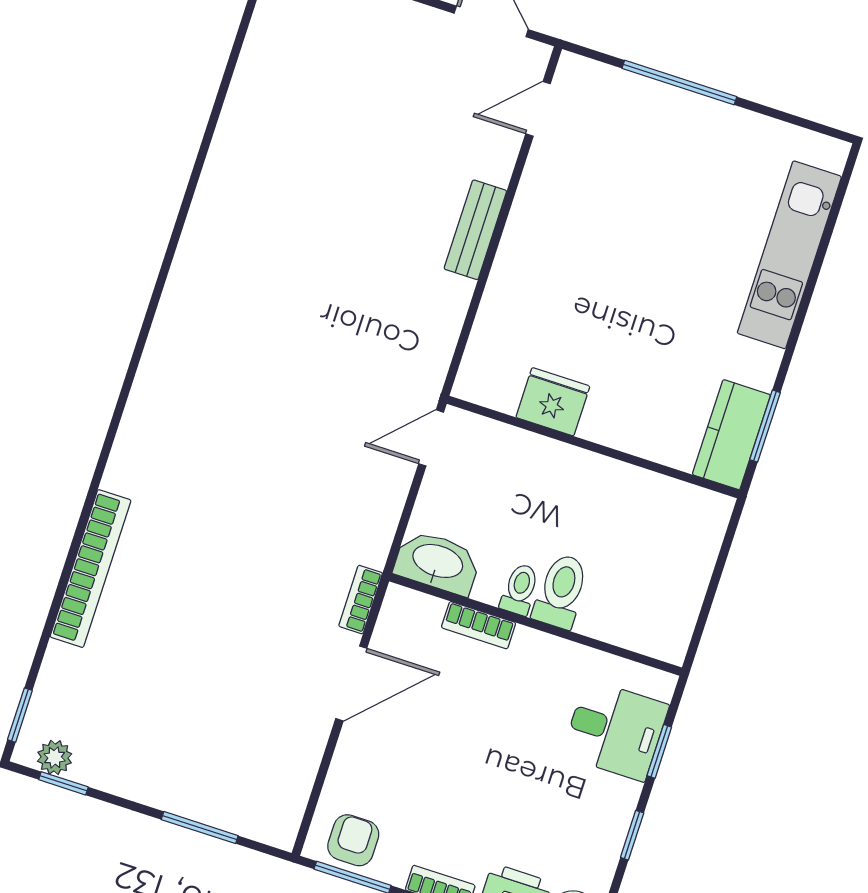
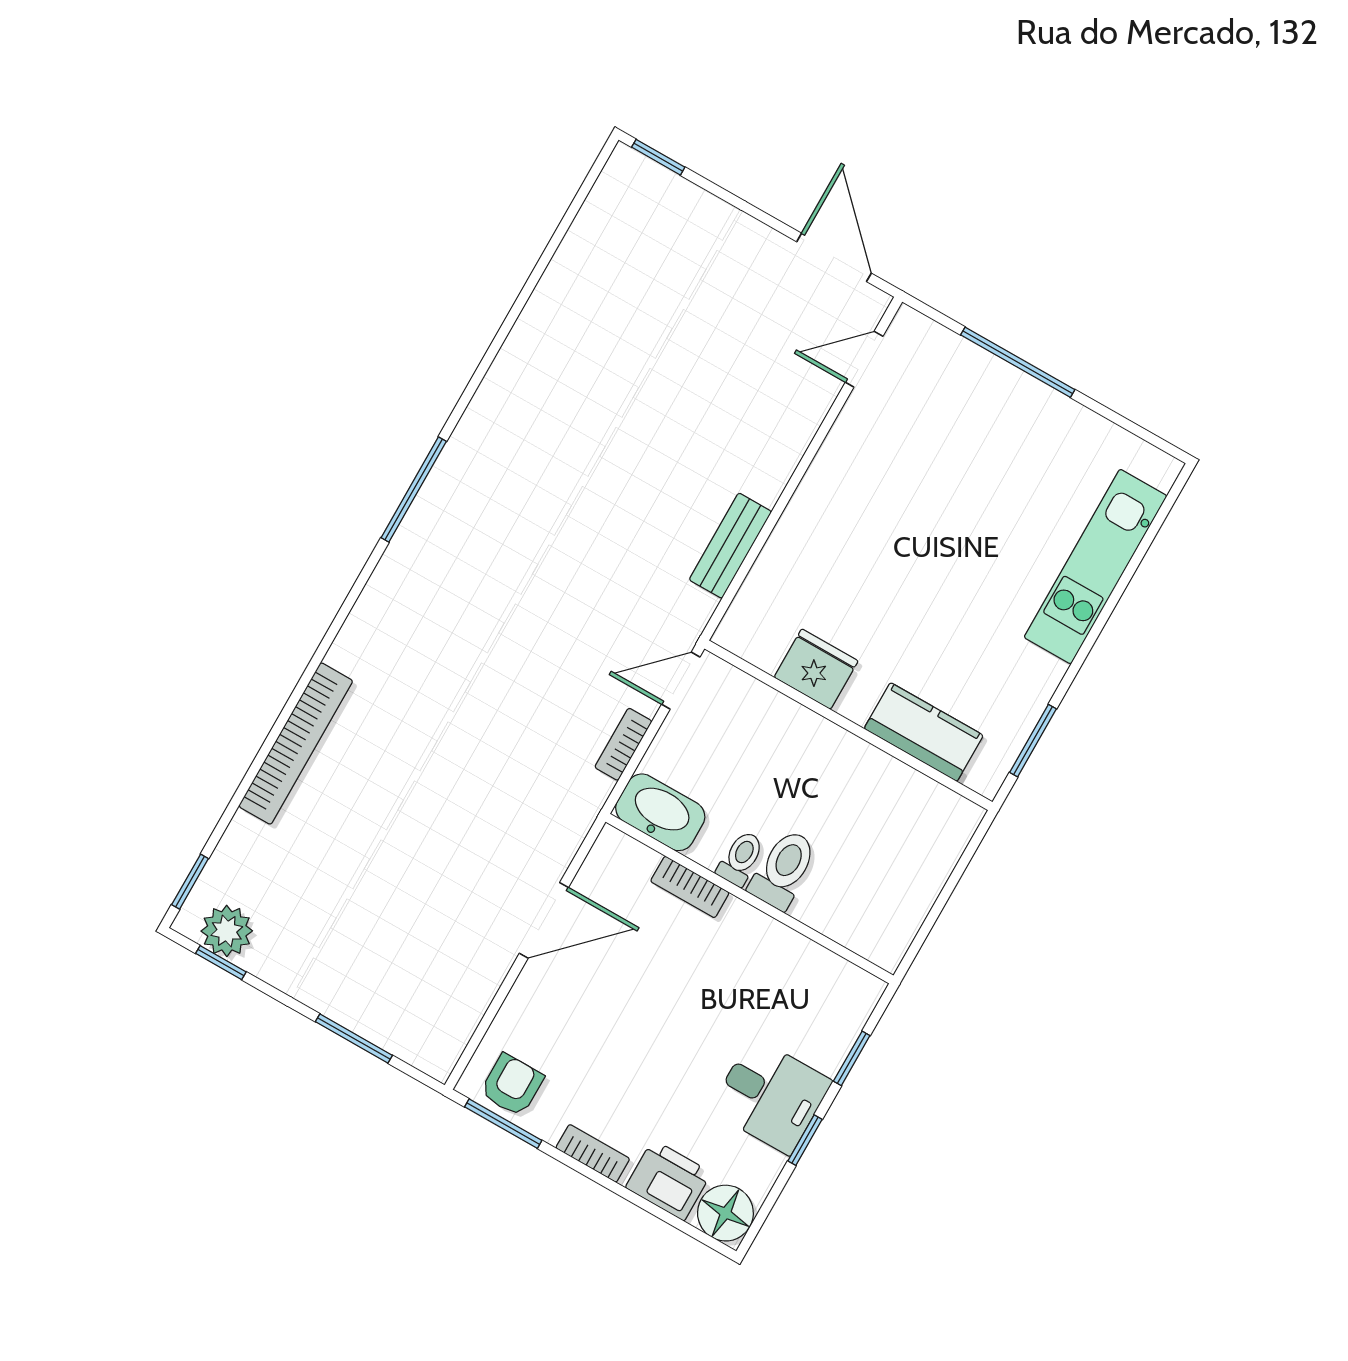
bench: (475, 230) -> (730, 546), moved
window: (150, 314) -> (414, 490), added
kitchen counter: (731, 435) -> (924, 732), moved, turned 90
bookcase: (361, 600) -> (623, 744), moved
desk: (615, 730) -> (771, 1096), moved
plant: (55, 757) -> (227, 931), width x1.38, depth x1.38

